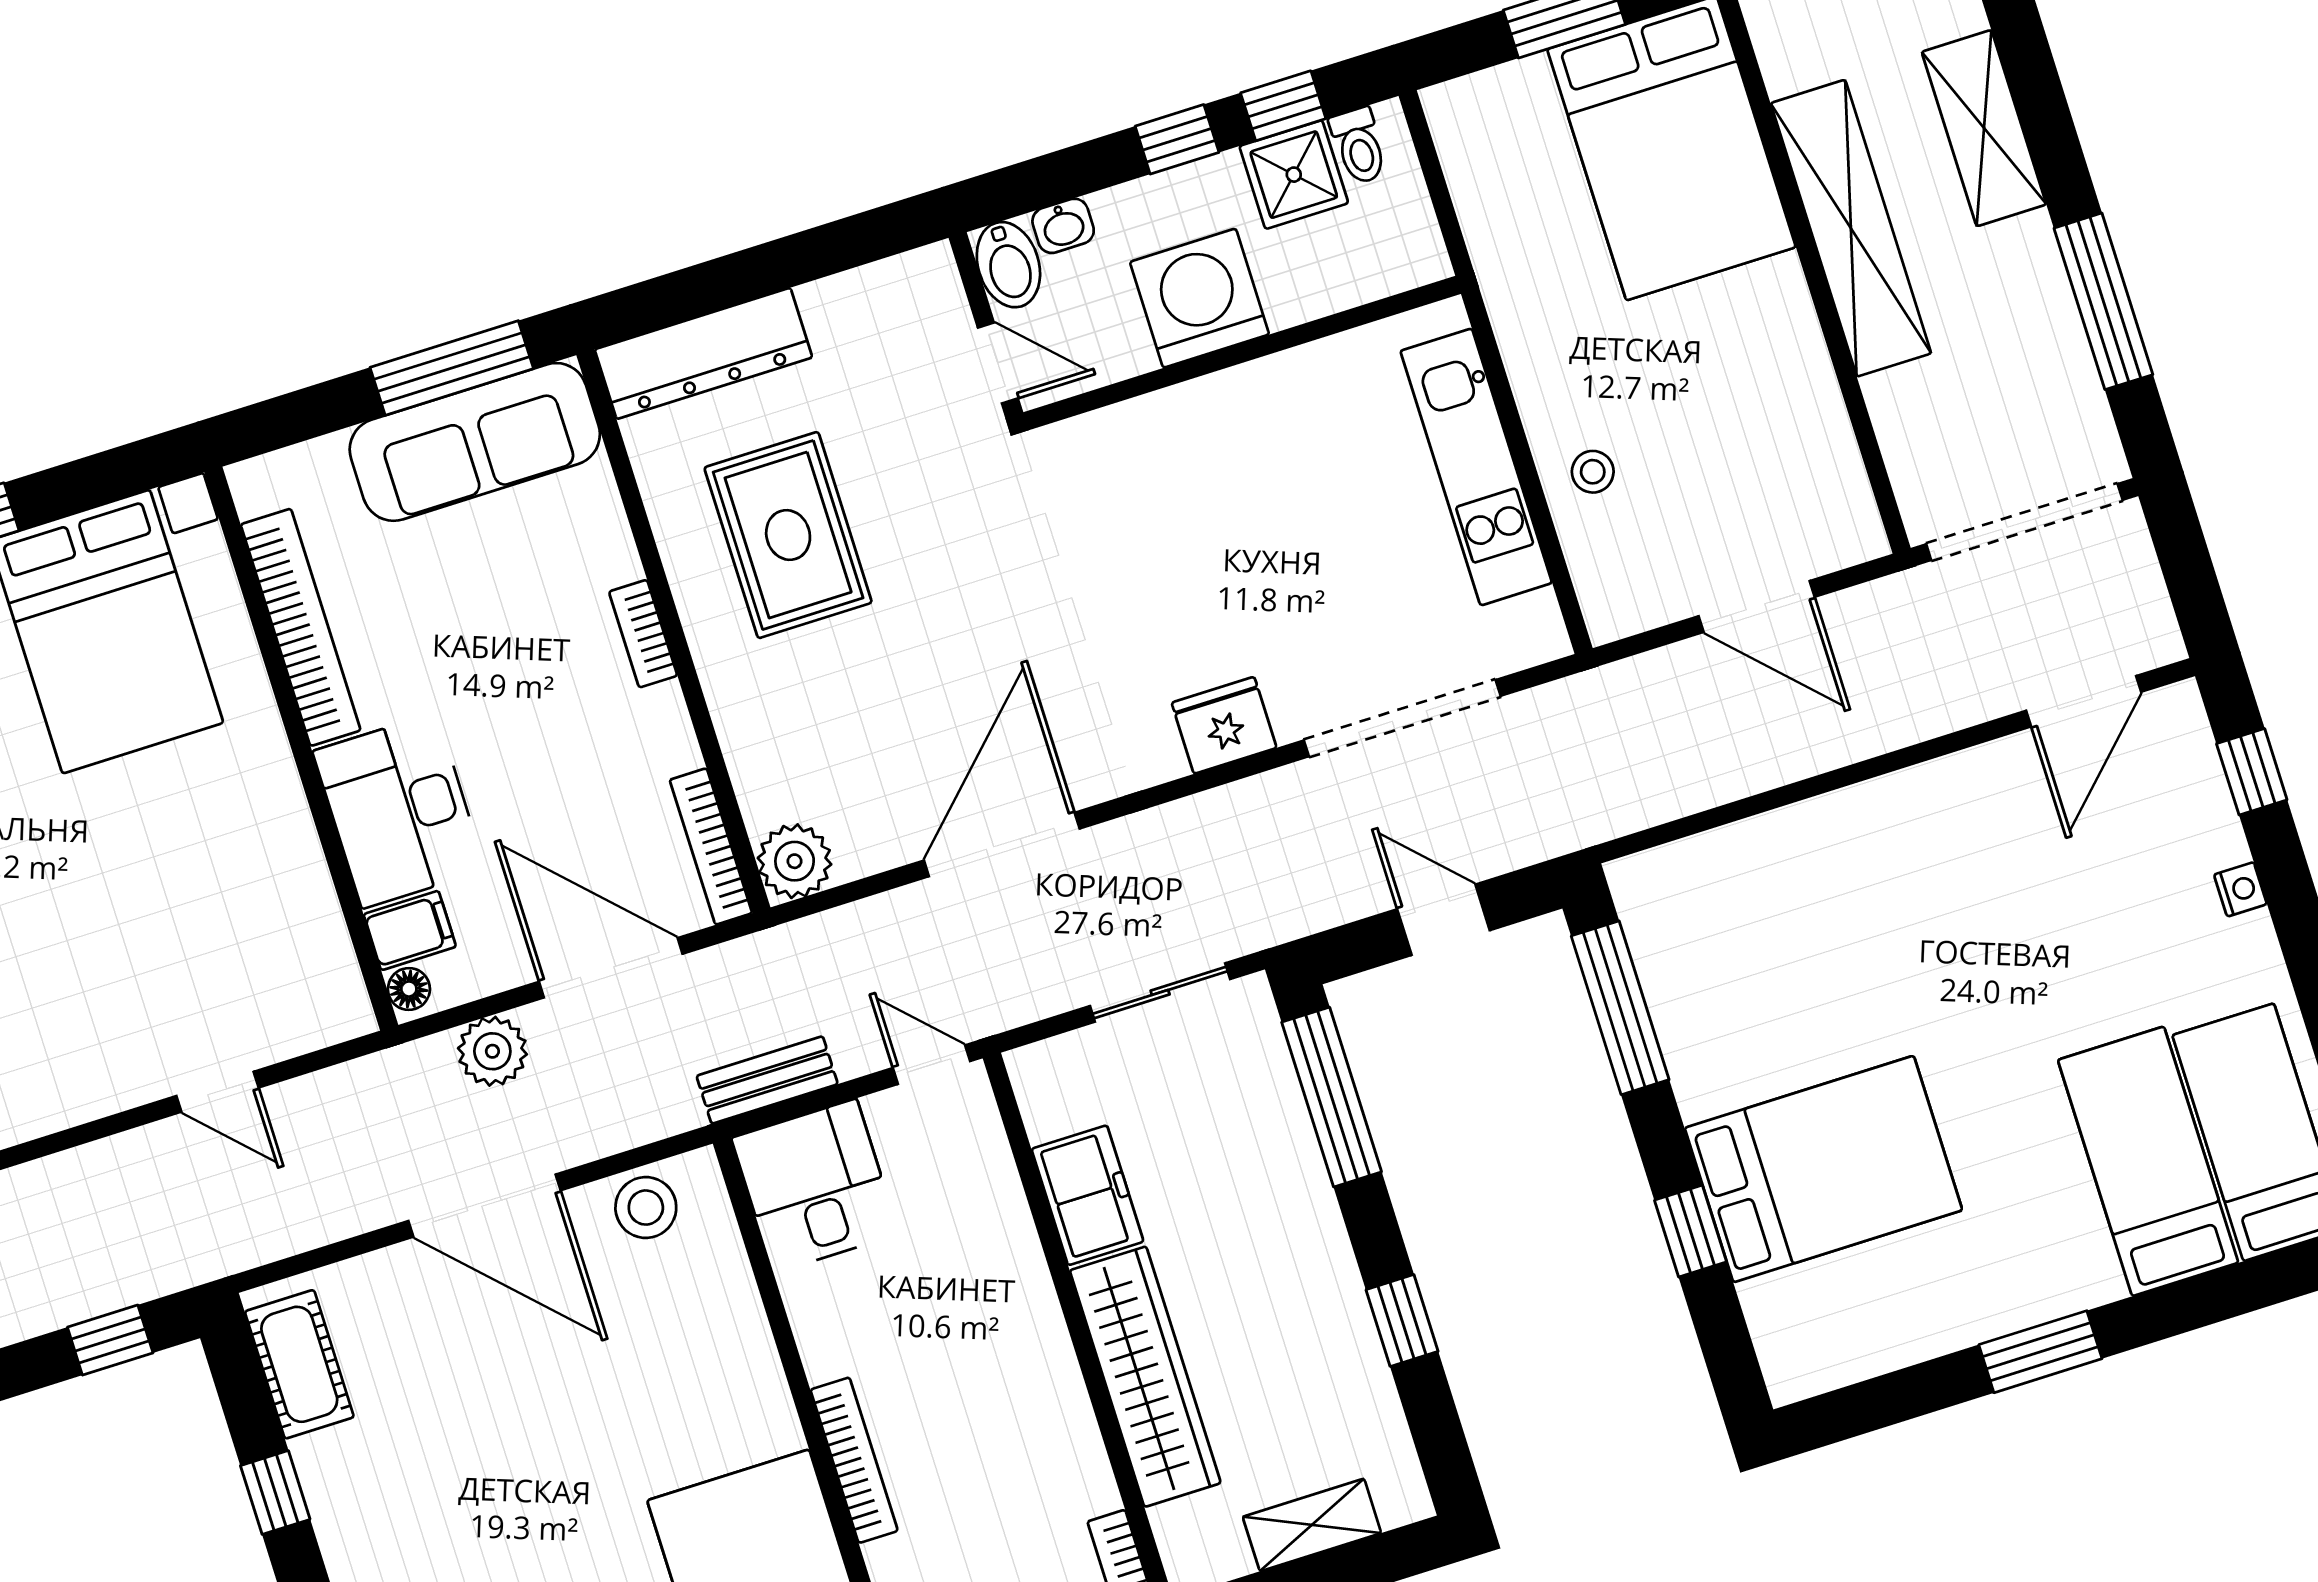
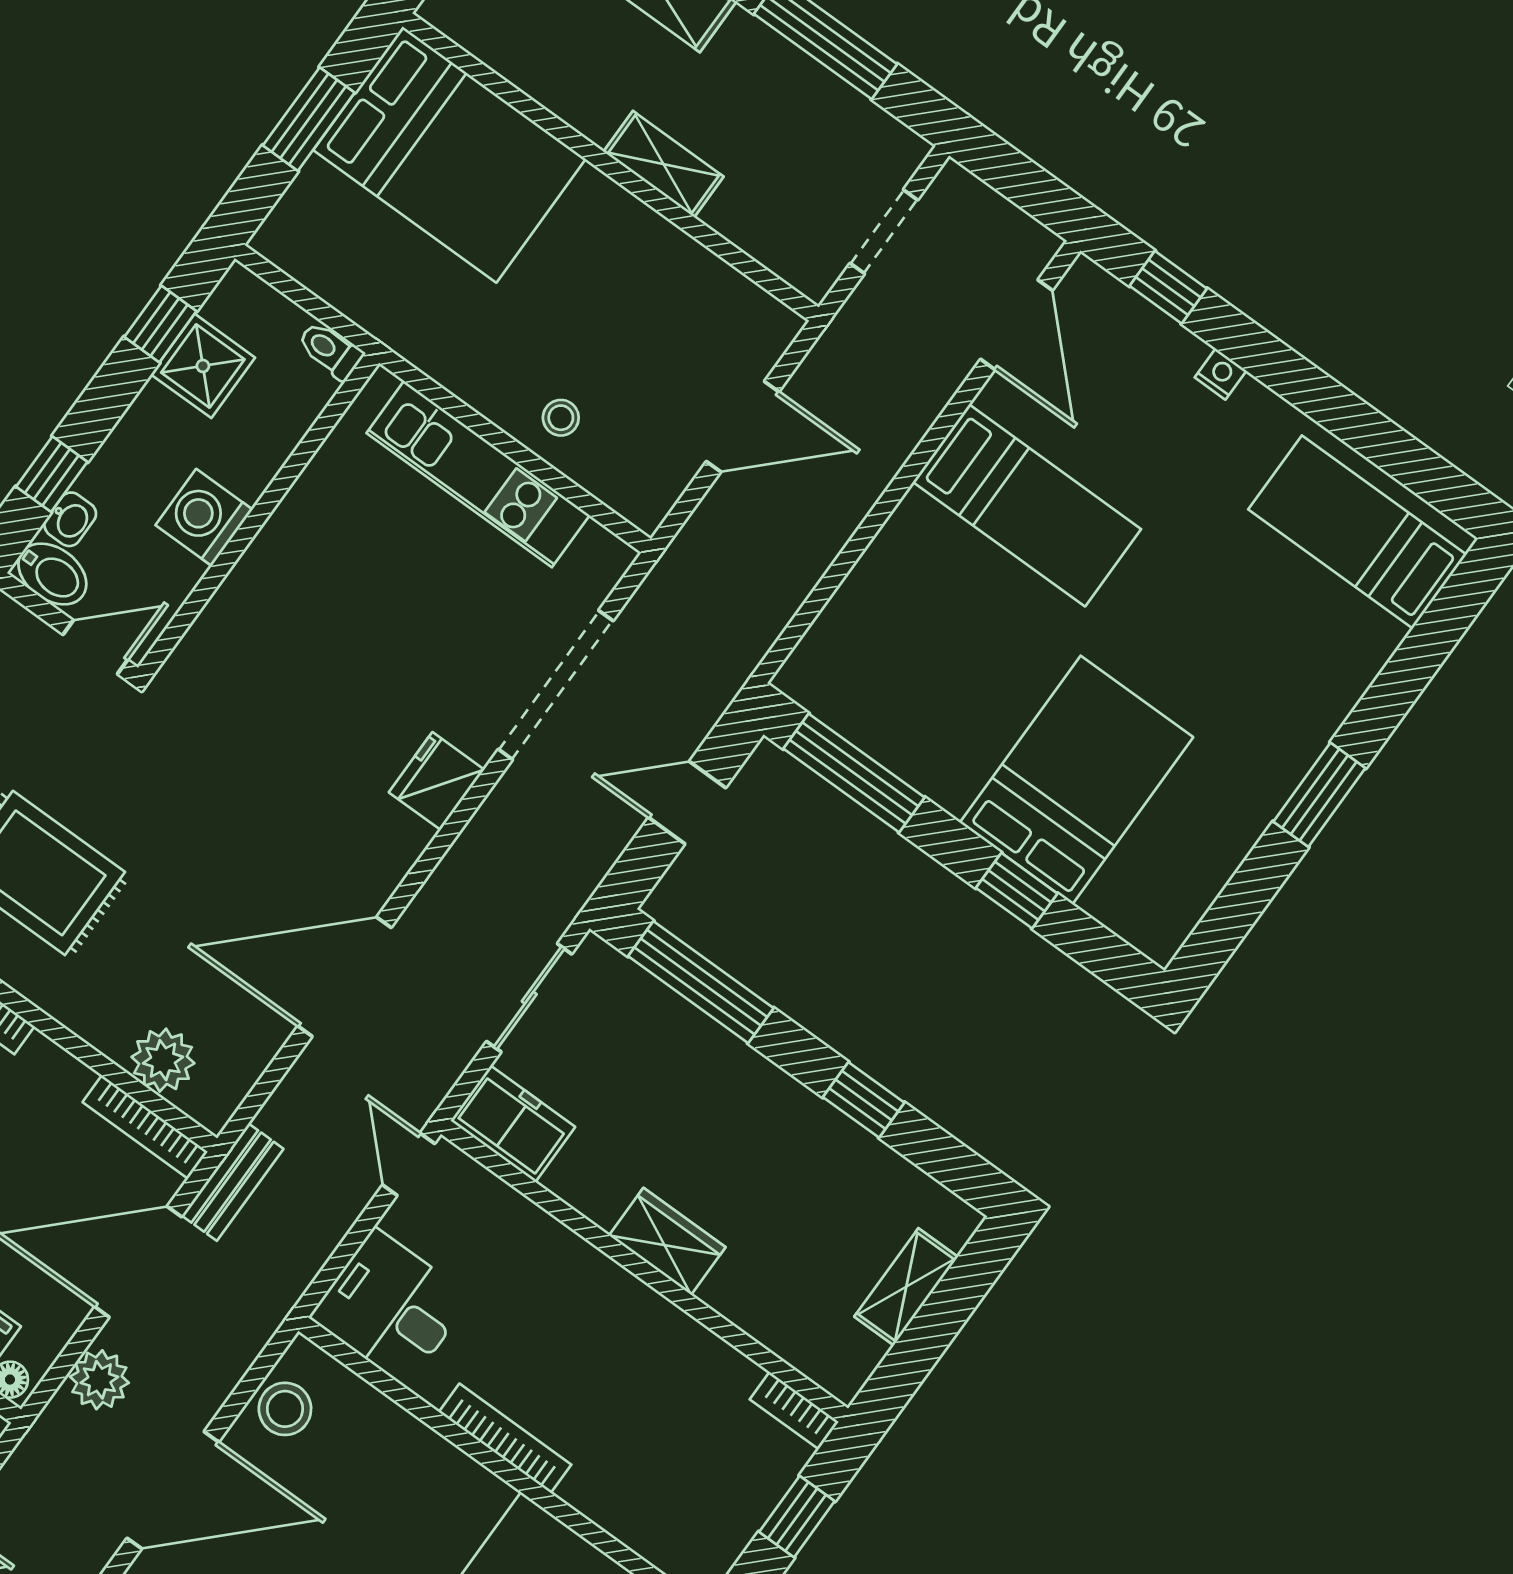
window: (1177, 139) -> (52, 474), moved
toilet: (1359, 146) -> (330, 350), moved, turned 180
shelving: (1851, 228) -> (664, 164), width x0.45, depth x0.75
washing machine: (1199, 298) -> (204, 517), width x0.73, depth x0.73
doorway: (2024, 522) -> (884, 232), width x0.53
door: (1002, 844) -> (344, 977), hinge flipped
plant: (795, 861) -> (163, 1060), moved
door: (932, 1065) -> (409, 1164), hinge flipped
bench: (767, 1080) -> (233, 1182), moved
bed: (2148, 1161) -> (1027, 505), moved, turned 180
freezer: (1087, 1195) -> (513, 1124), moved
wardrobe: (1145, 1377) -> (667, 1241), width x0.48, depth x0.85
bookcase: (854, 1460) -> (505, 1438), moved

